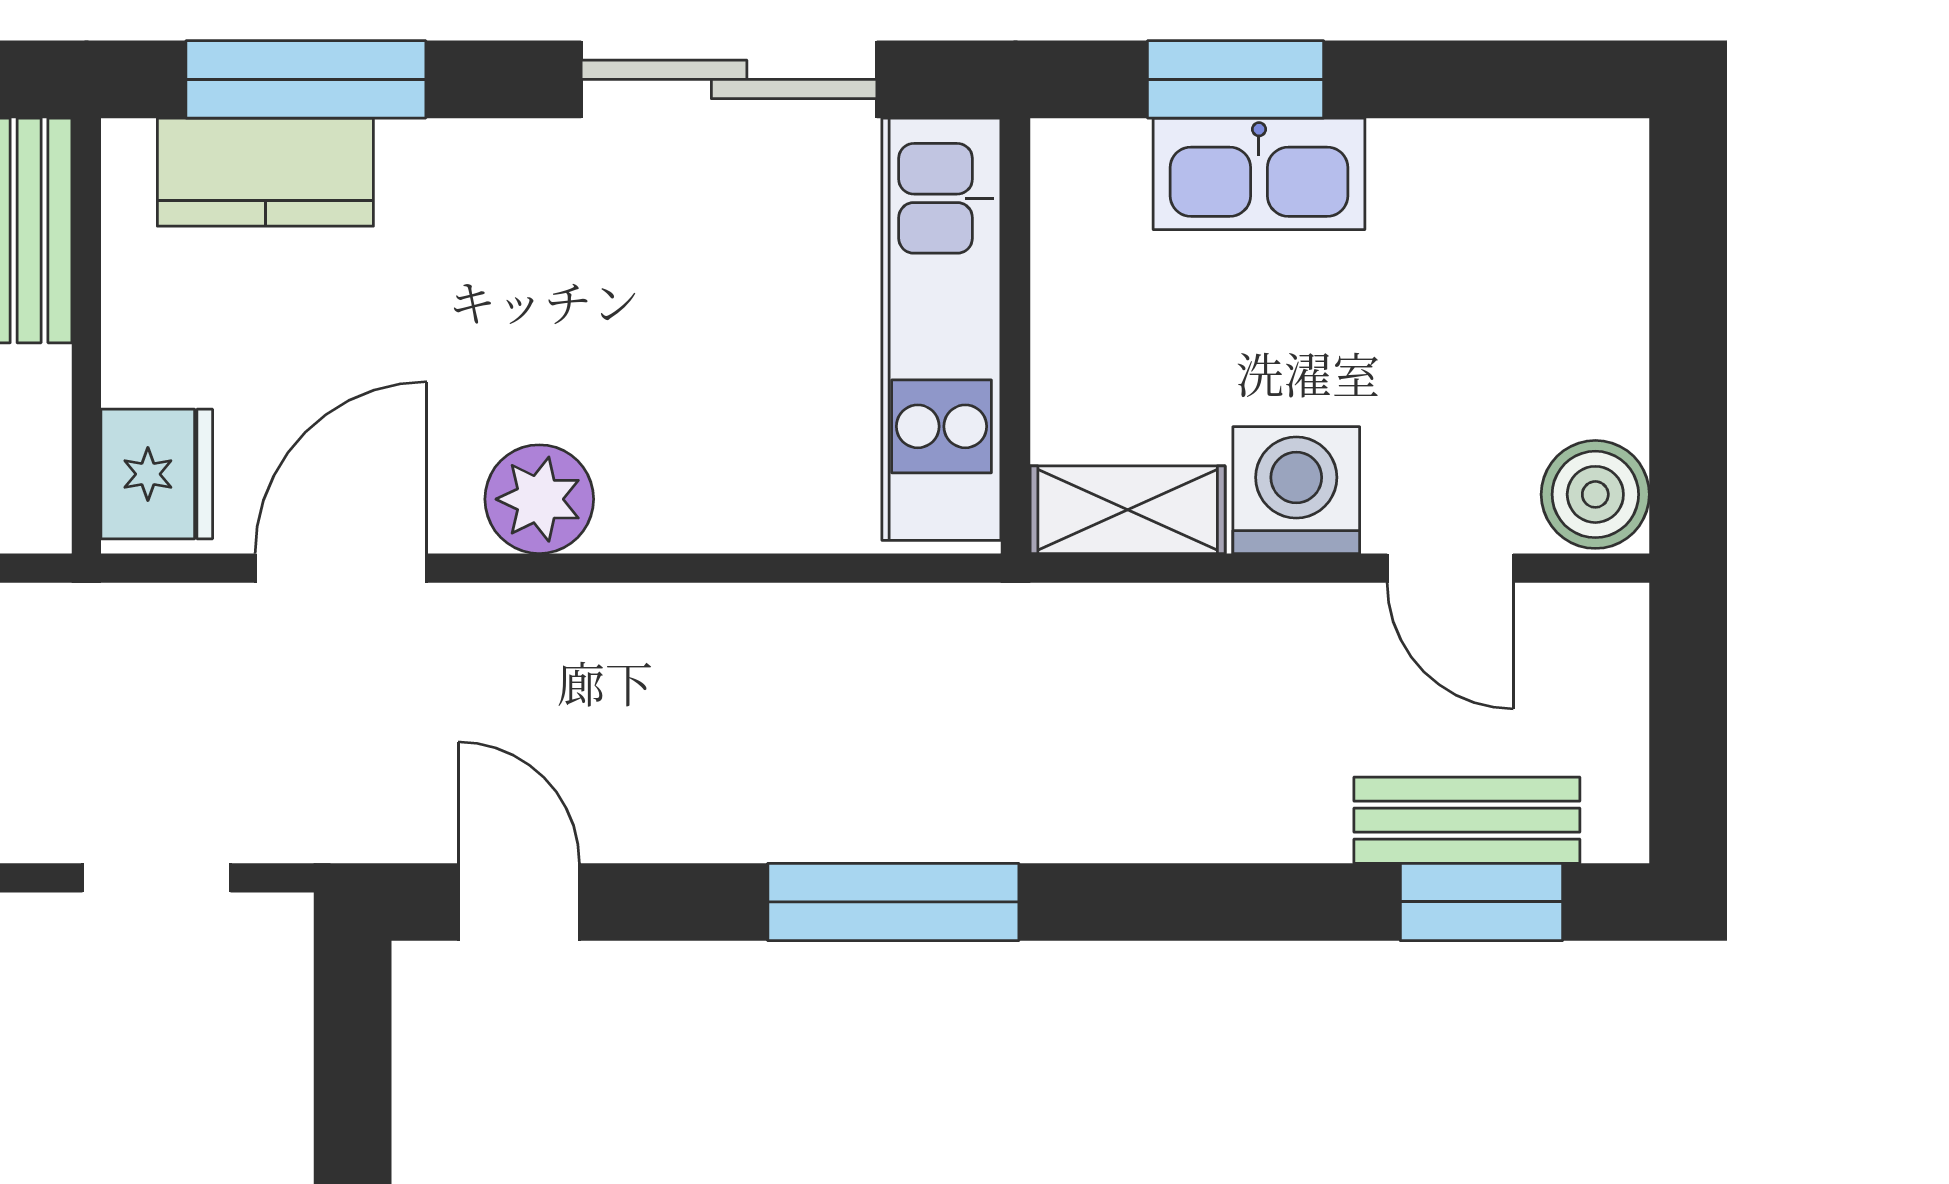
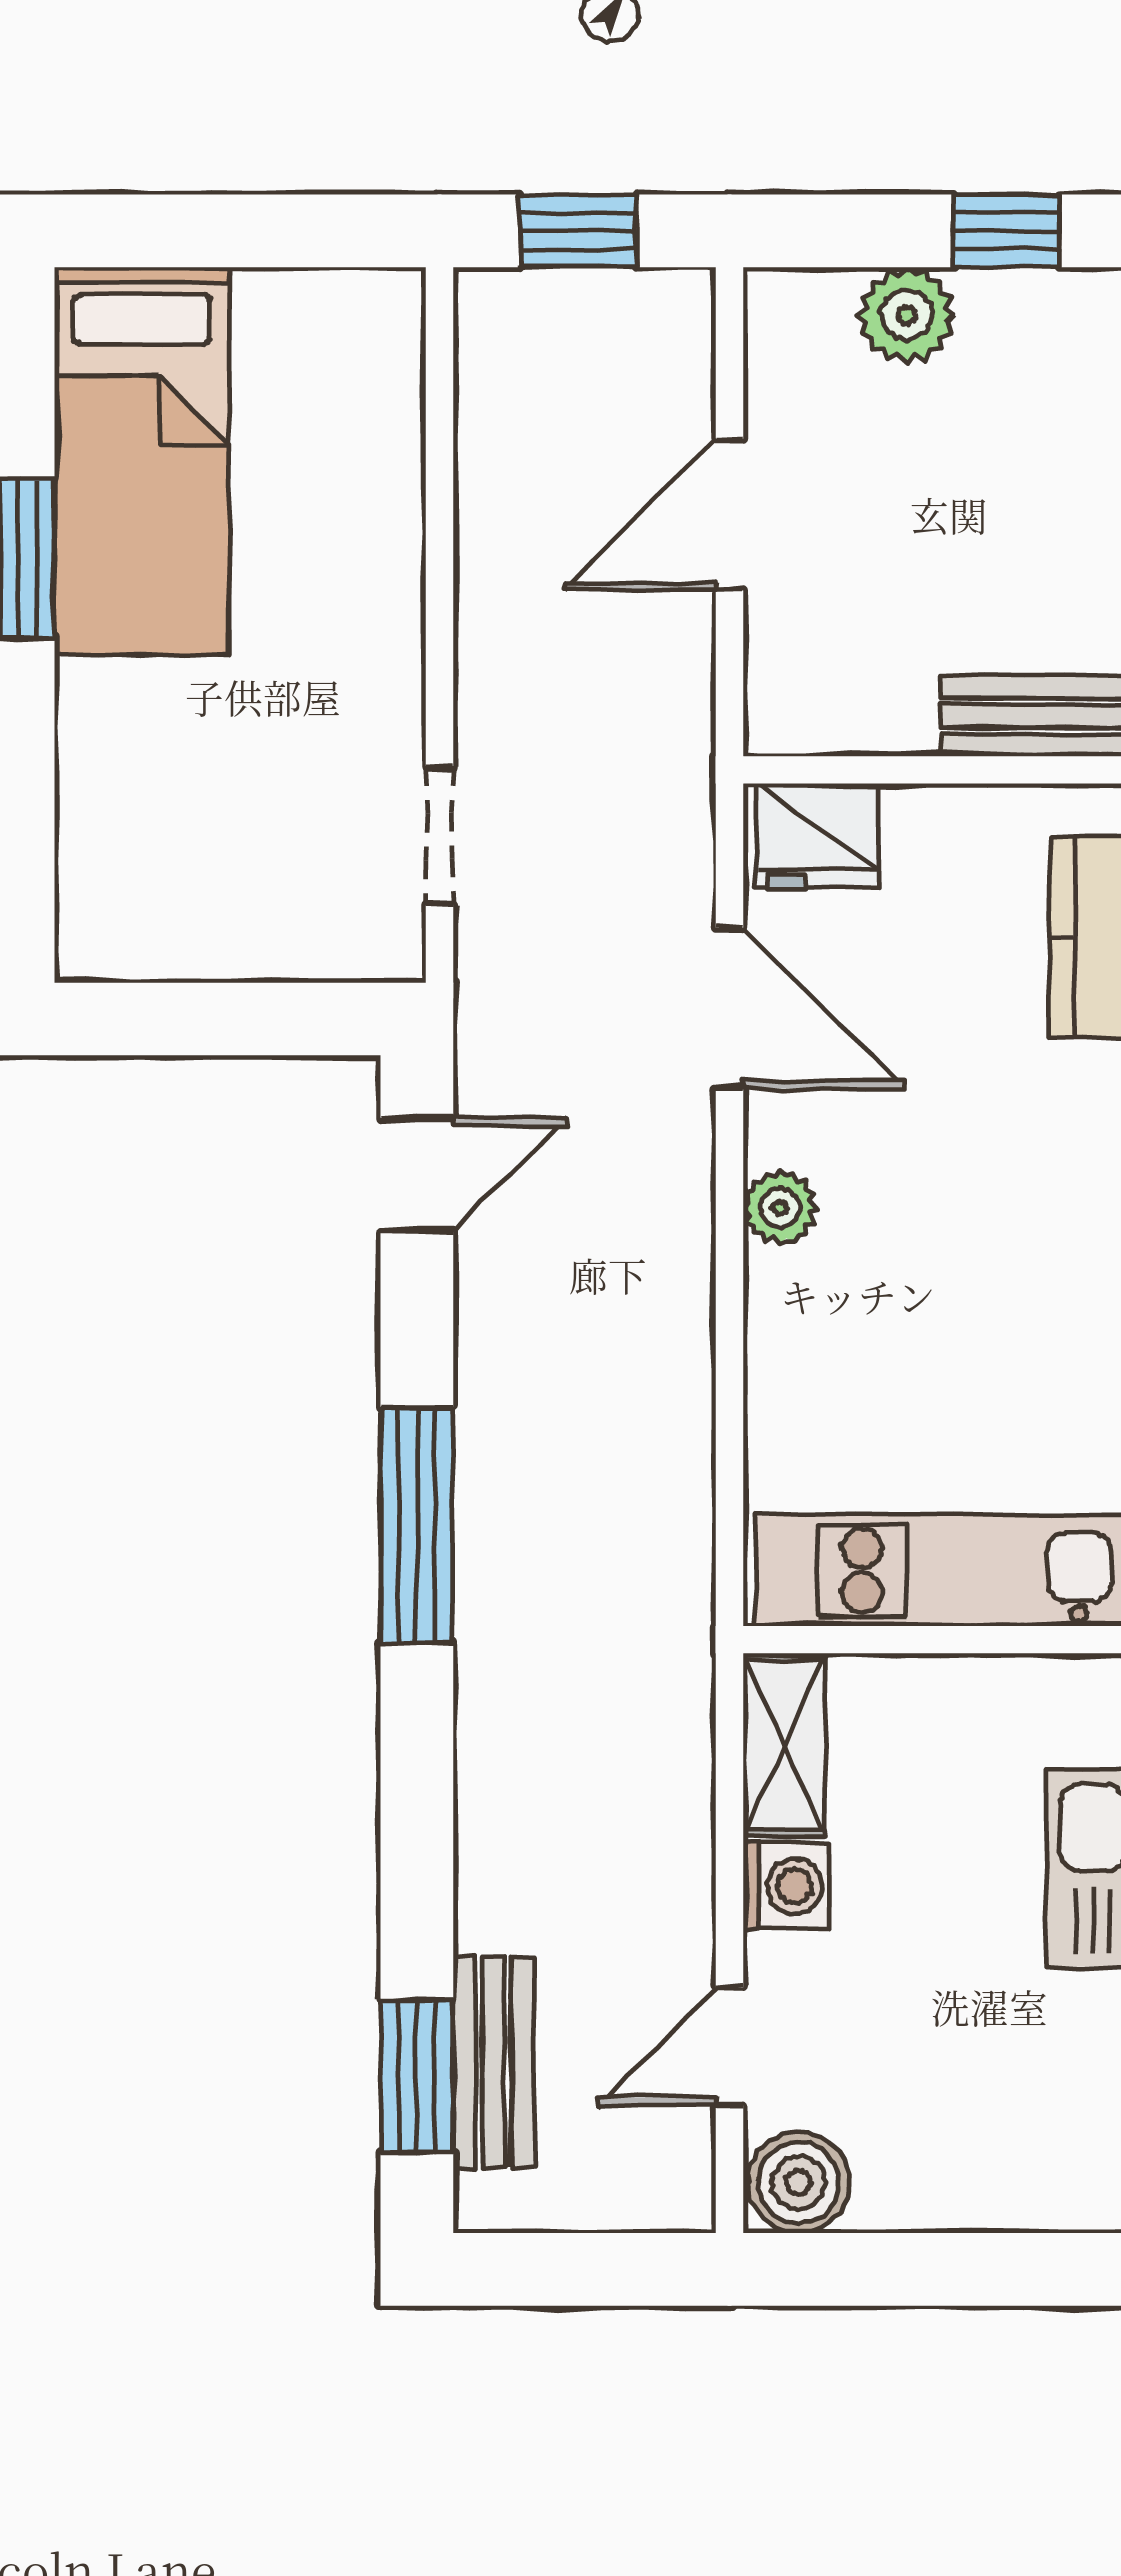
washing machine: (1296, 490) -> (786, 1886), width x0.73, depth x0.73
plant: (539, 499) -> (780, 1208), width x0.73, depth x0.73

